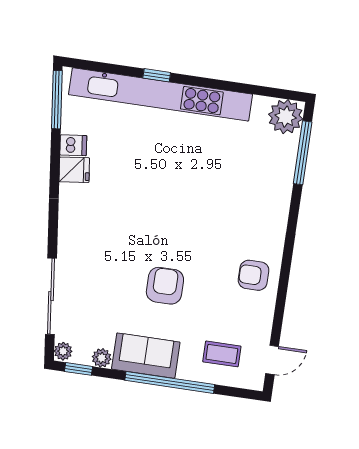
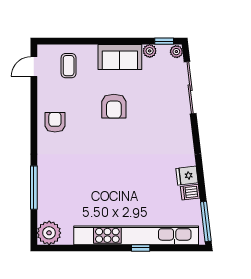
window: (303, 153) -> (34, 188), moved
armchair: (254, 275) -> (55, 122), turned -90
coffee table: (222, 354) -> (69, 66), turned 90
window: (170, 382) -> (101, 41), removed

